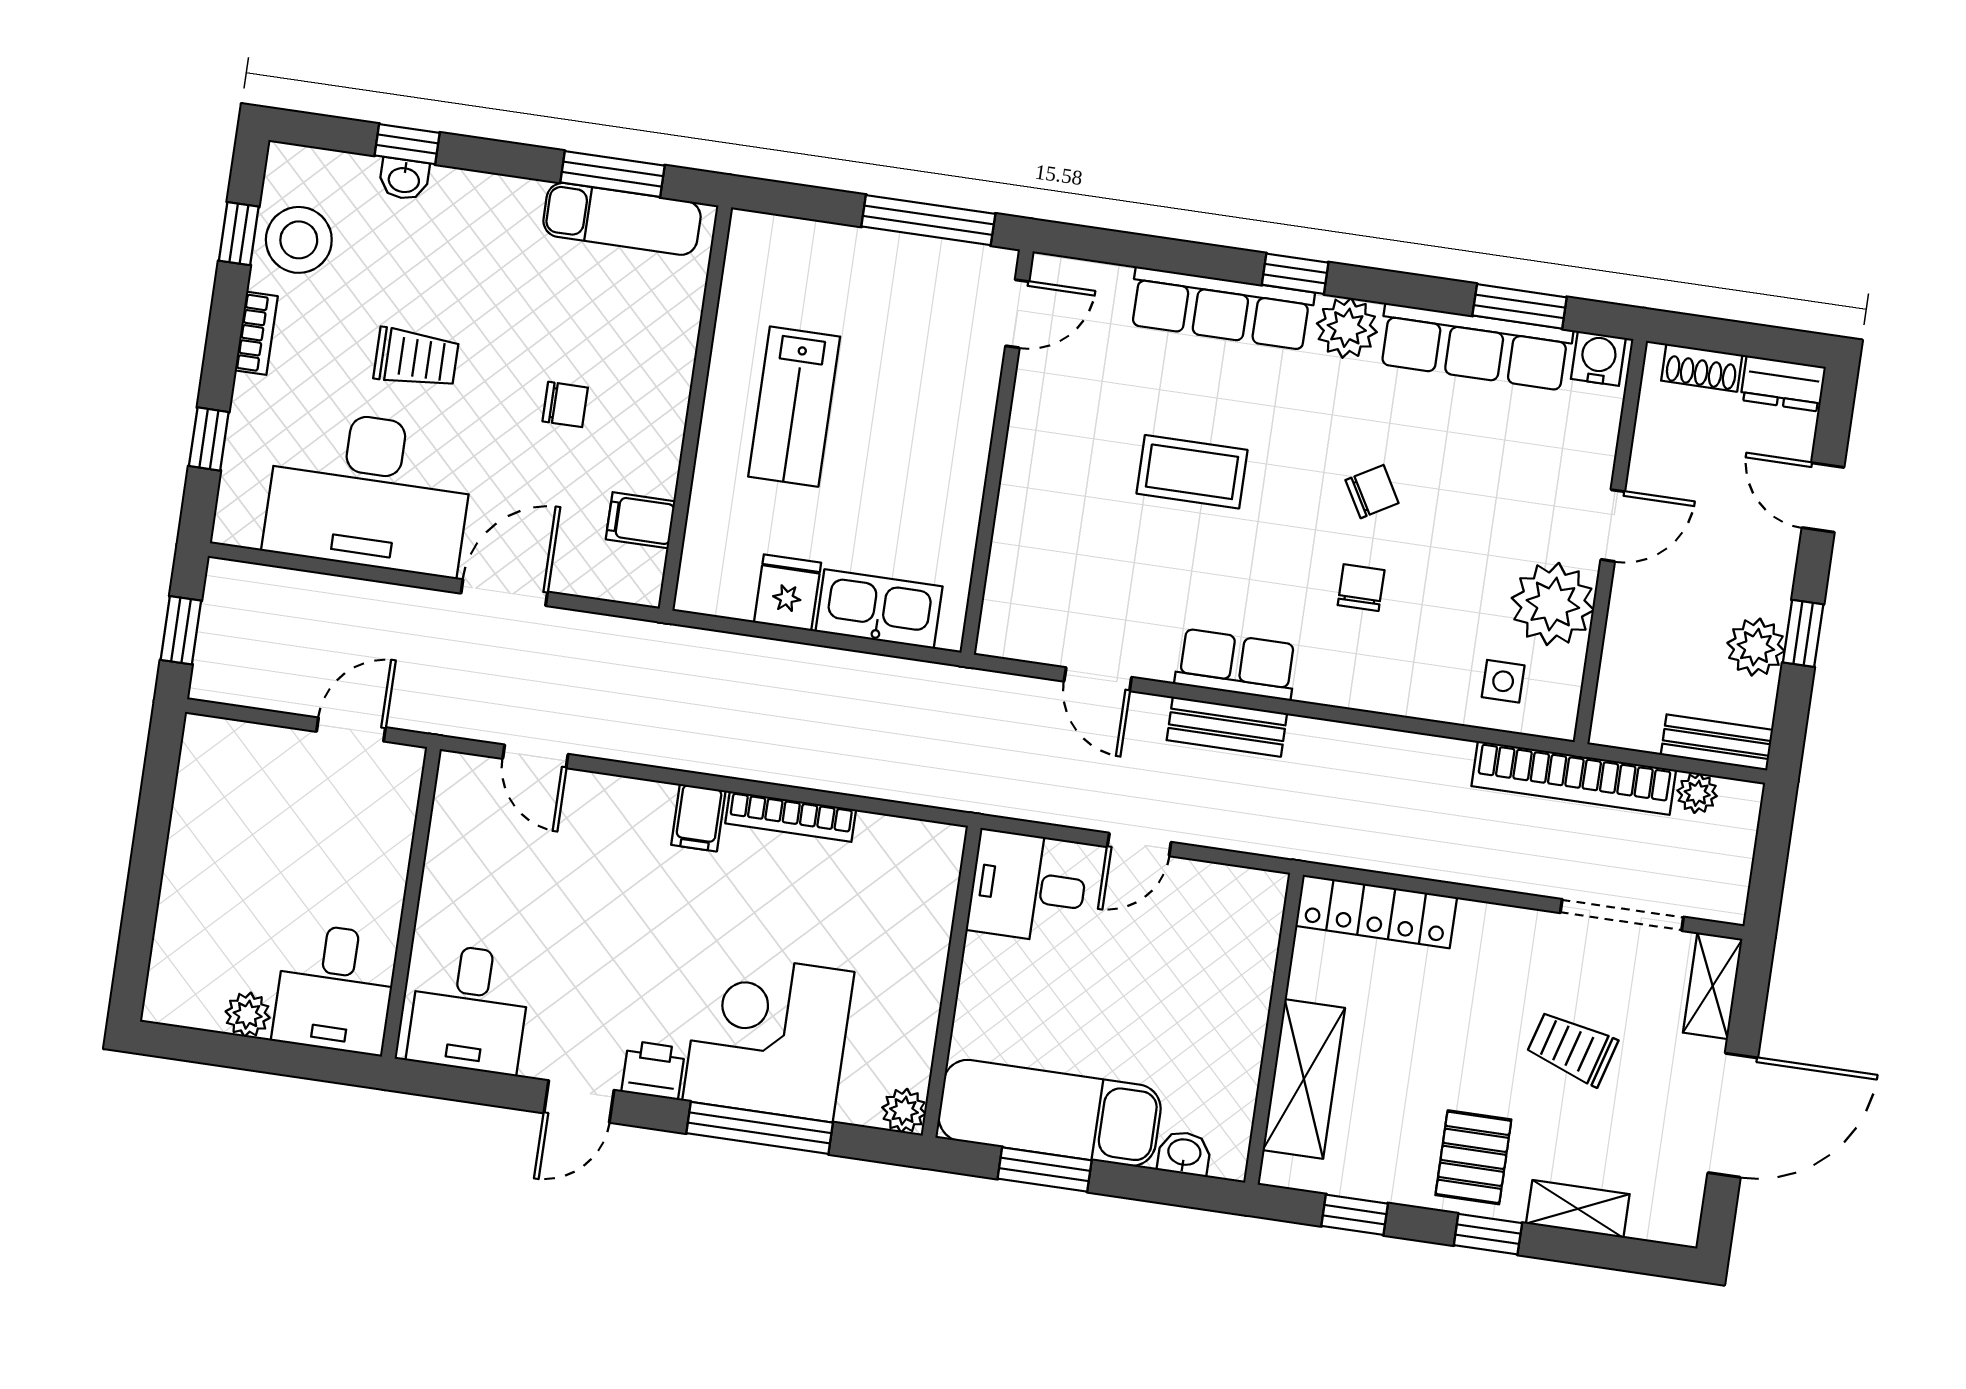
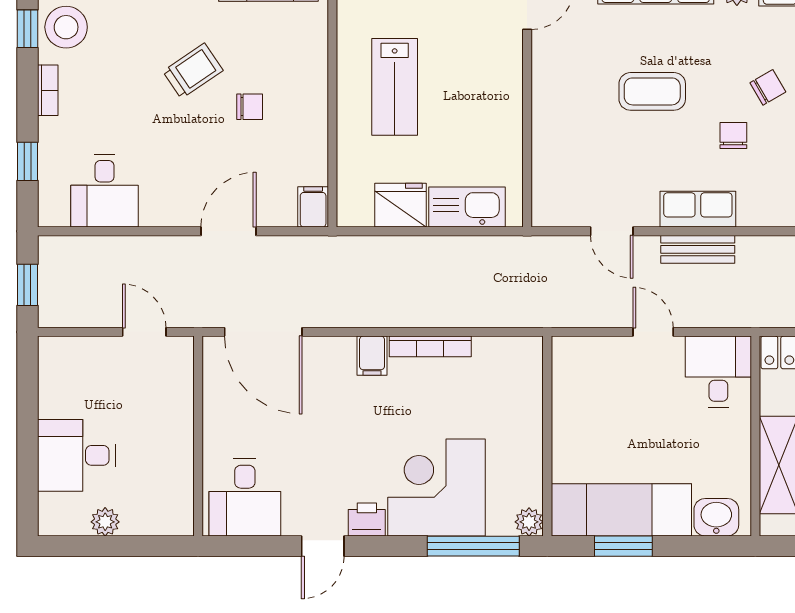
trolley: (416, 358) -> (193, 71), moved, turned -34
desk: (369, 492) -> (104, 191), width x0.53, depth x0.77
filing cabinet: (641, 520) -> (313, 207), moved, turned 90
chair: (1361, 588) -> (733, 136), moved
fridge: (788, 593) -> (400, 205), width x1.38
door: (351, 730) -> (144, 332), hinge flipped
door: (535, 756) -> (263, 332), width x1.87
door: (1139, 845) -> (653, 332), swing flipped
desk: (1028, 887) -> (718, 372), moved, turned 90
desk: (335, 989) -> (76, 455), moved, turned 90
window: (760, 1128) -> (473, 546), moved
washbasin: (1184, 1153) -> (716, 517), width x1.38, depth x1.45

